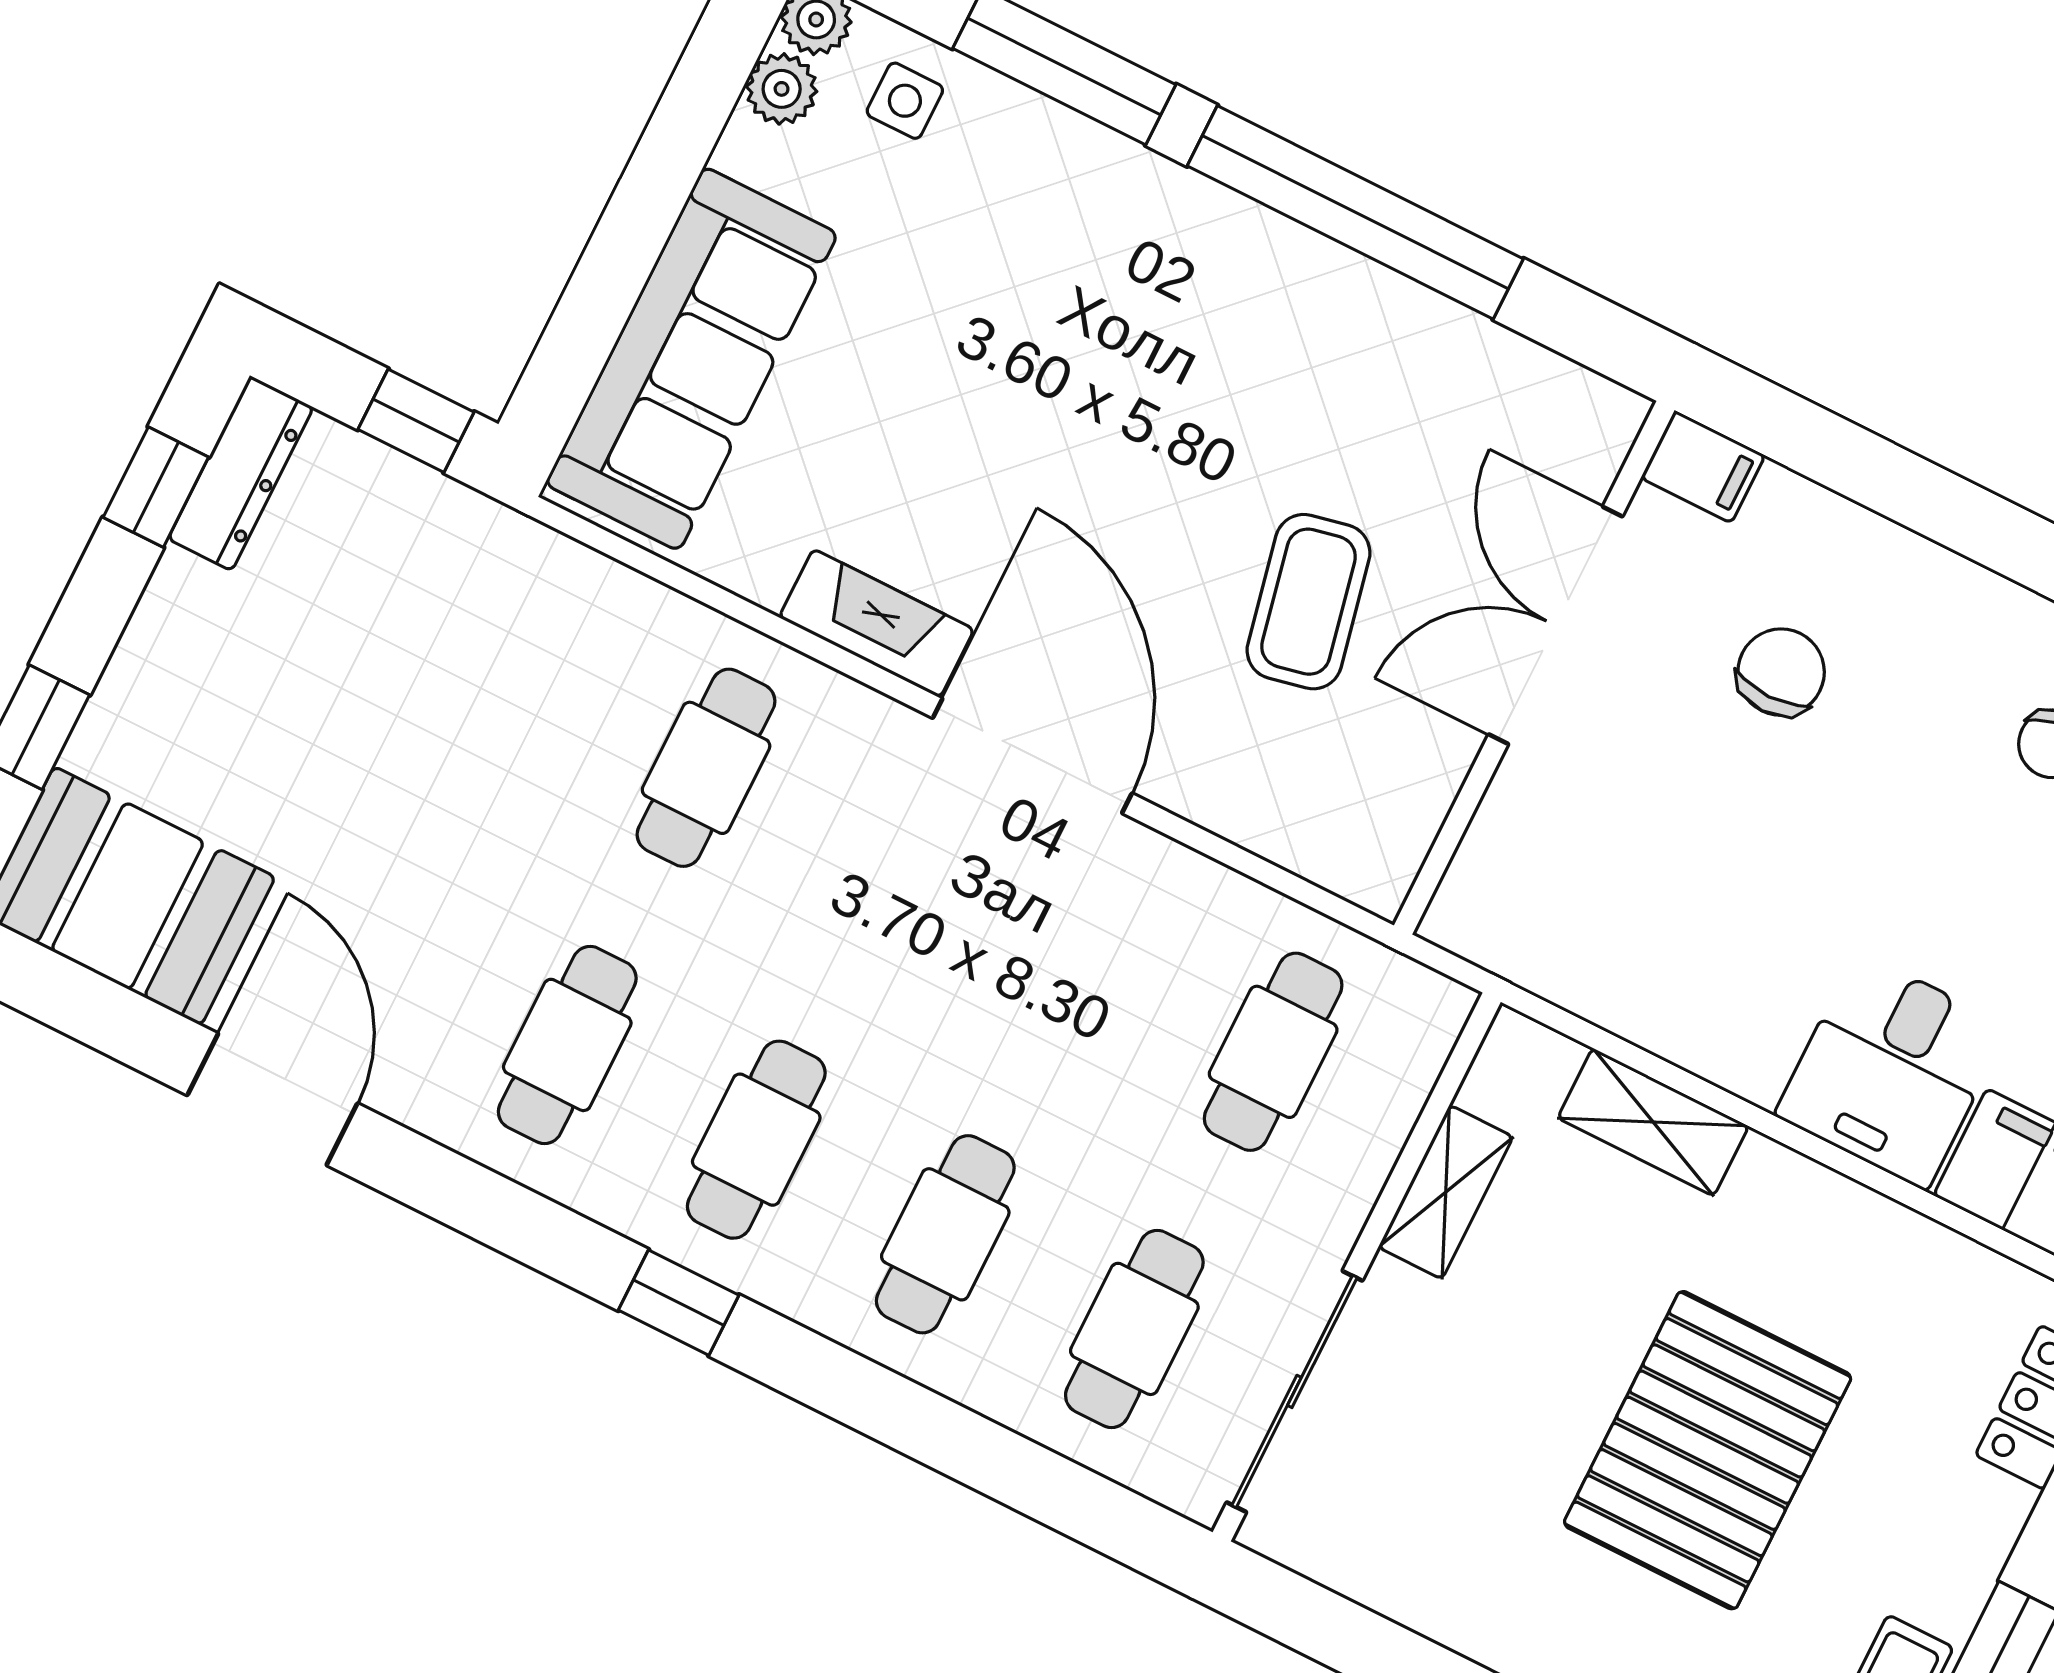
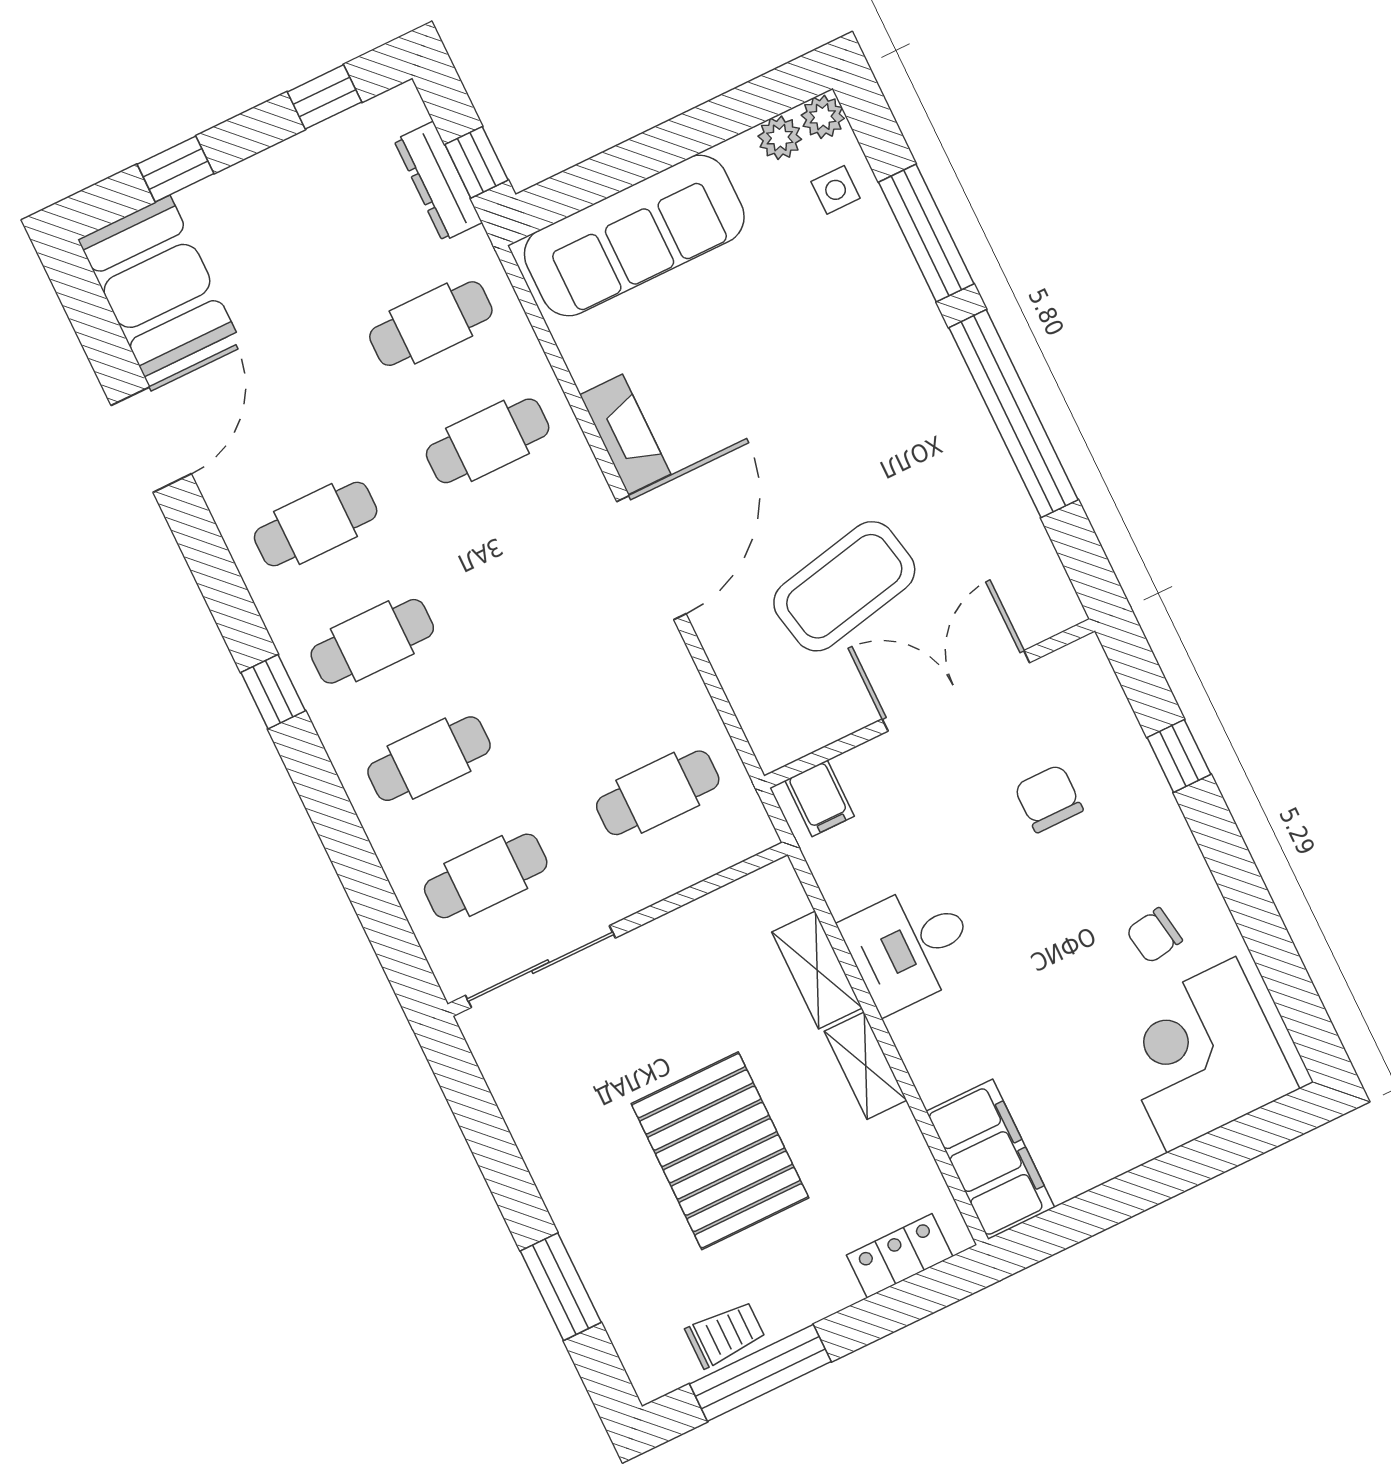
filing cabinet: (1703, 467) -> (820, 798), moved
dresser: (241, 473) -> (438, 181), moved, turned 90
window: (1907, 488) -> (1179, 756), added
coffee table: (1309, 602) -> (844, 586), width x1.36, depth x1.32
chair: (1781, 672) -> (1049, 798), turned -90
cafe table: (517, 673) -> (431, 324), added
desk: (1892, 1071) -> (910, 946), moved
shelving: (1446, 1192) -> (866, 1066), moved, turned 90
pallet: (1708, 1450) -> (720, 1151), turned 90

